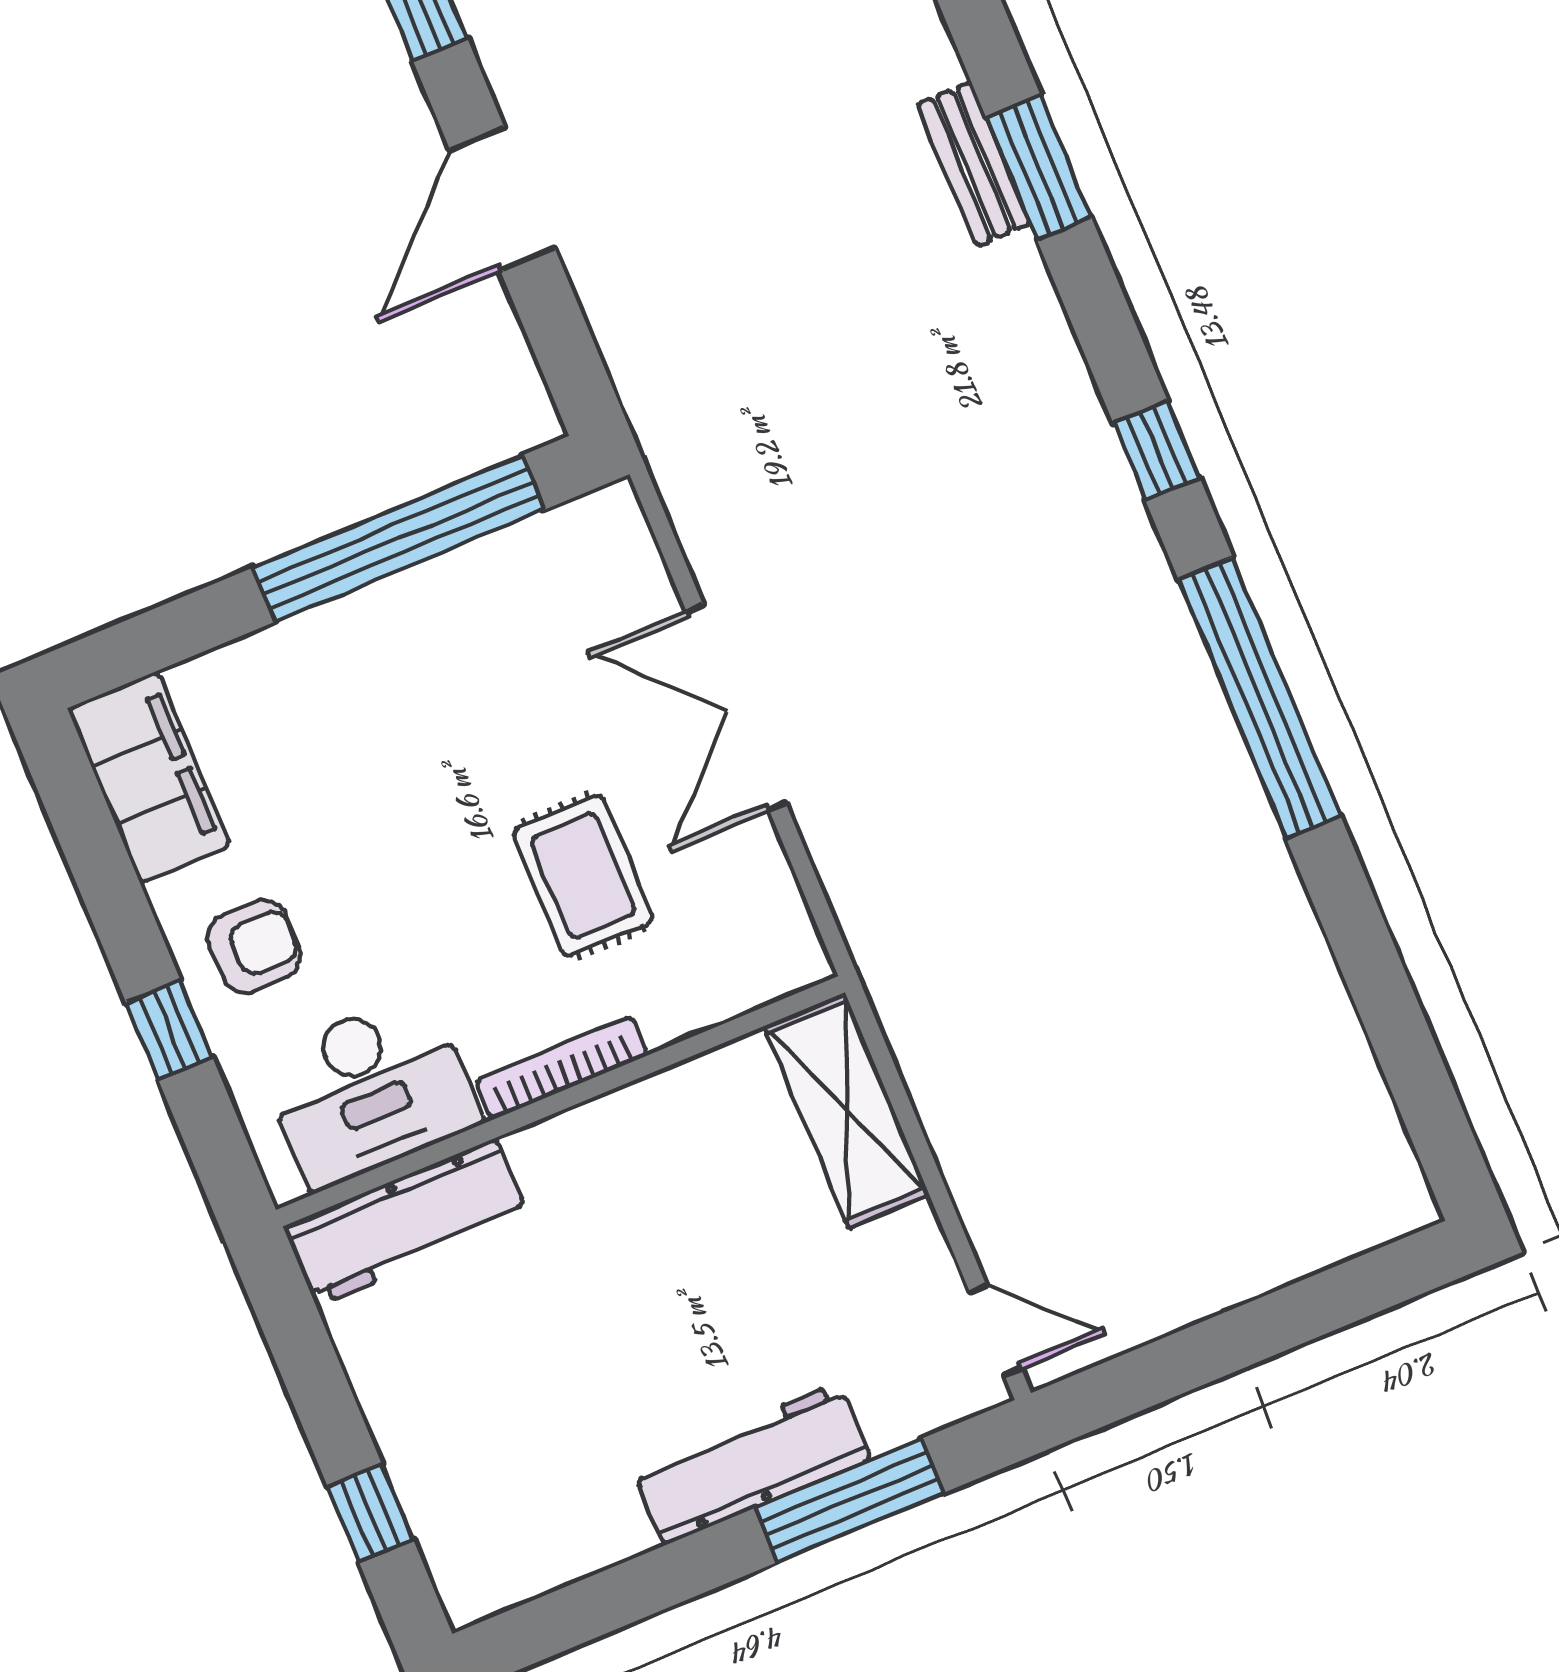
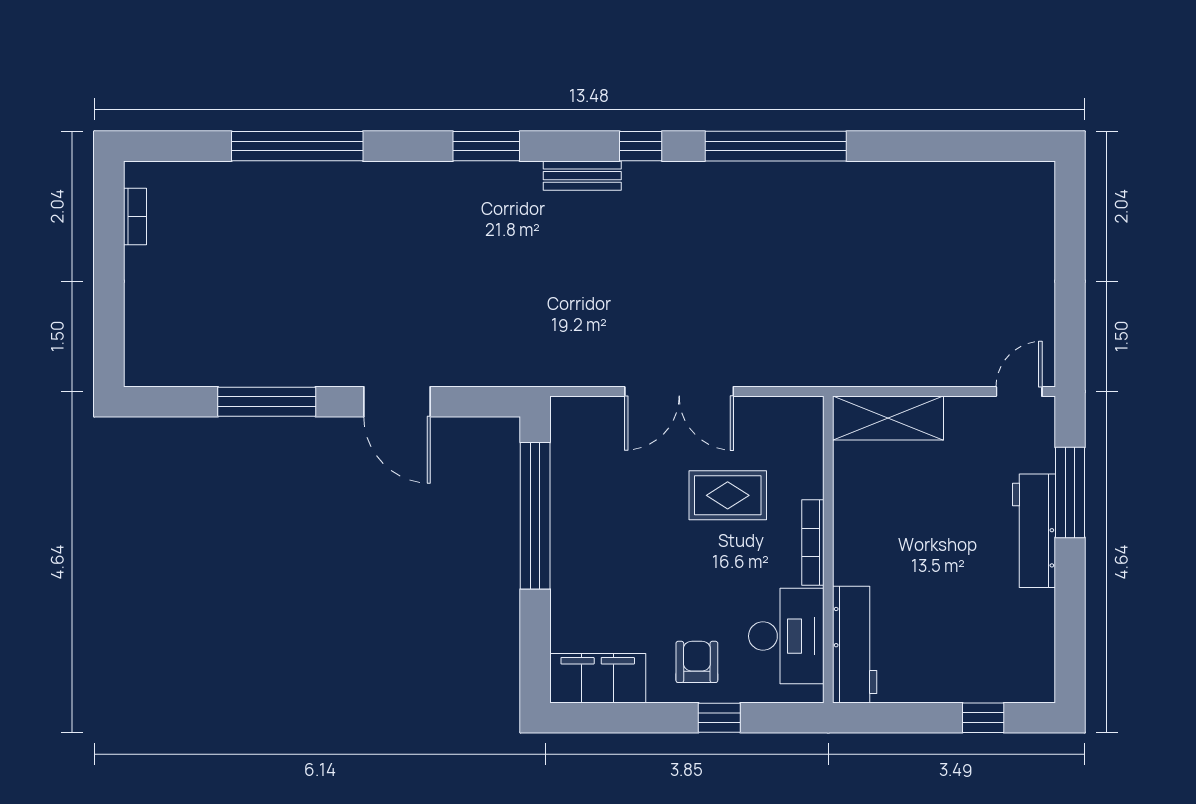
bench: (974, 164) -> (582, 176), moved

